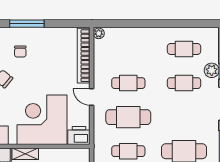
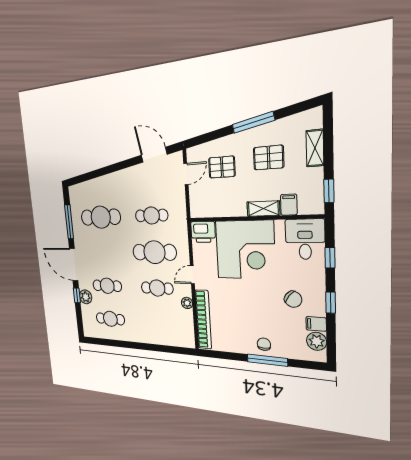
plant: (99, 33) -> (187, 303), moved
chair: (20, 52) -> (264, 344), moved
door: (92, 97) -> (192, 275), swing flipped

